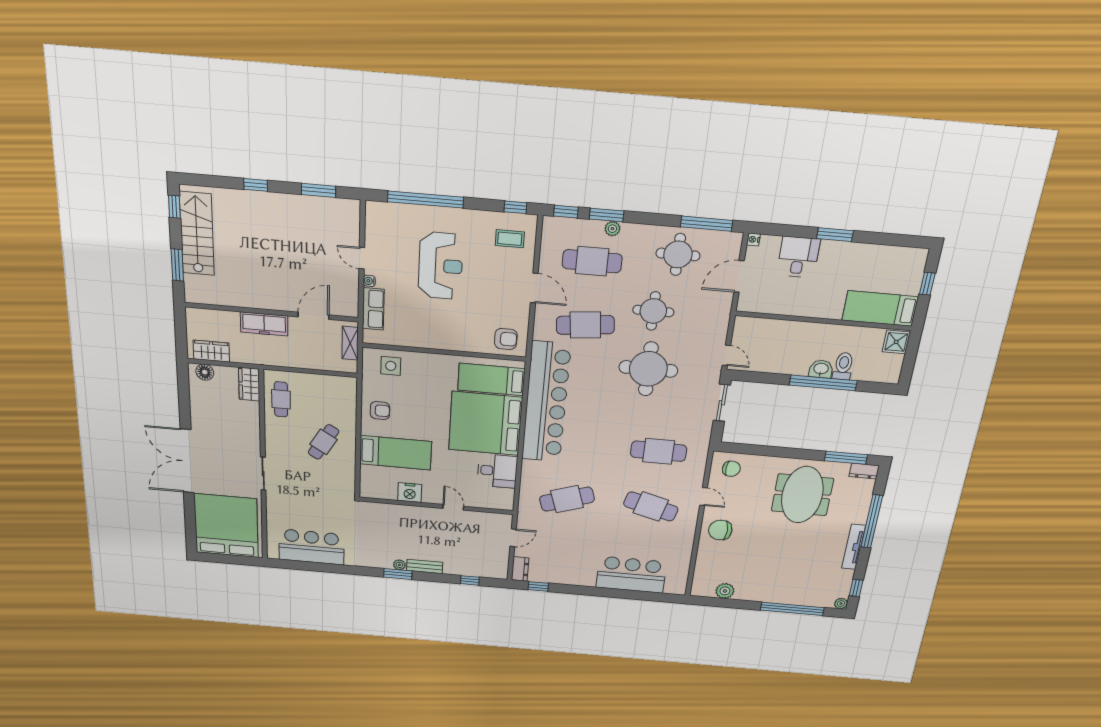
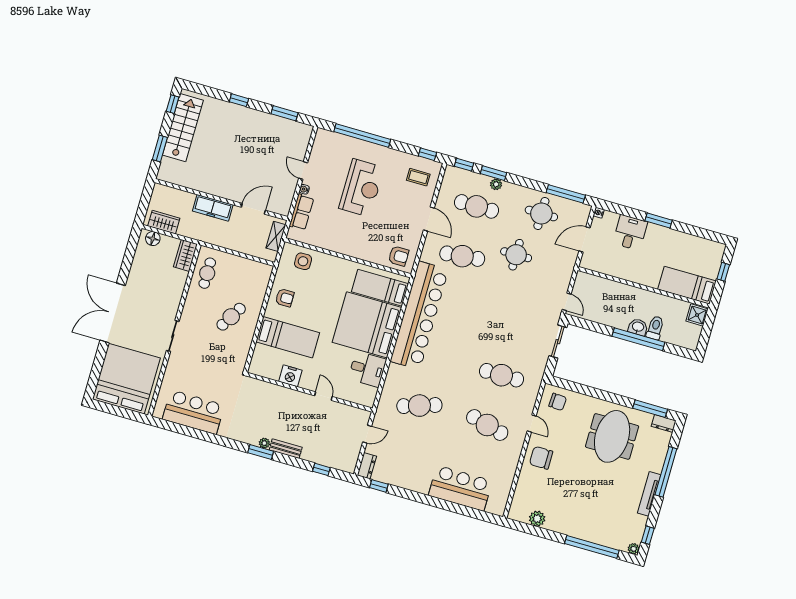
round table: (648, 369) -> (505, 302), removed

